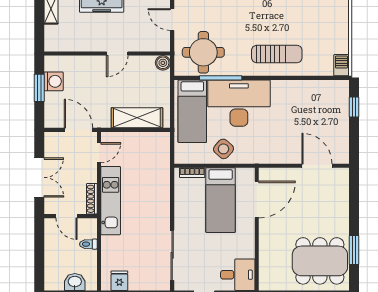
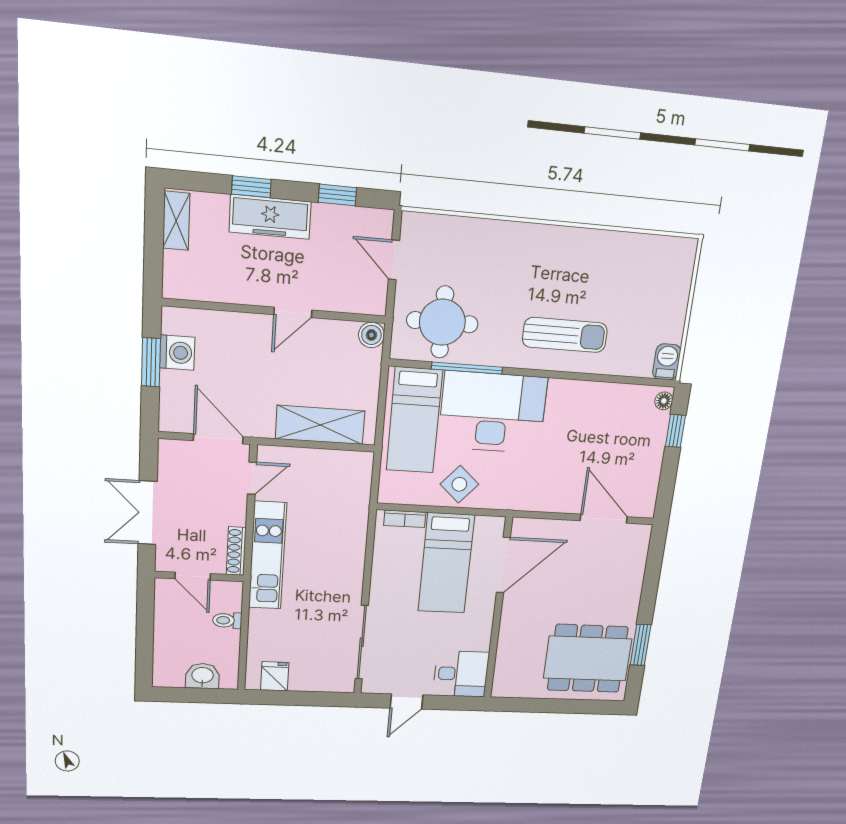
floor lamp: (344, 89) -> (664, 401), added
double door: (39, 177) -> (148, 513), swing flipped

